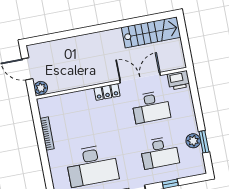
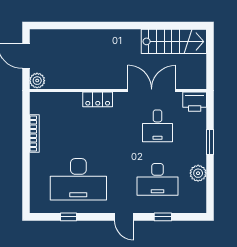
locker: (107, 92) -> (98, 99), moved
desk: (151, 107) -> (158, 126), width x0.73
window: (204, 142) -> (210, 142), moved

